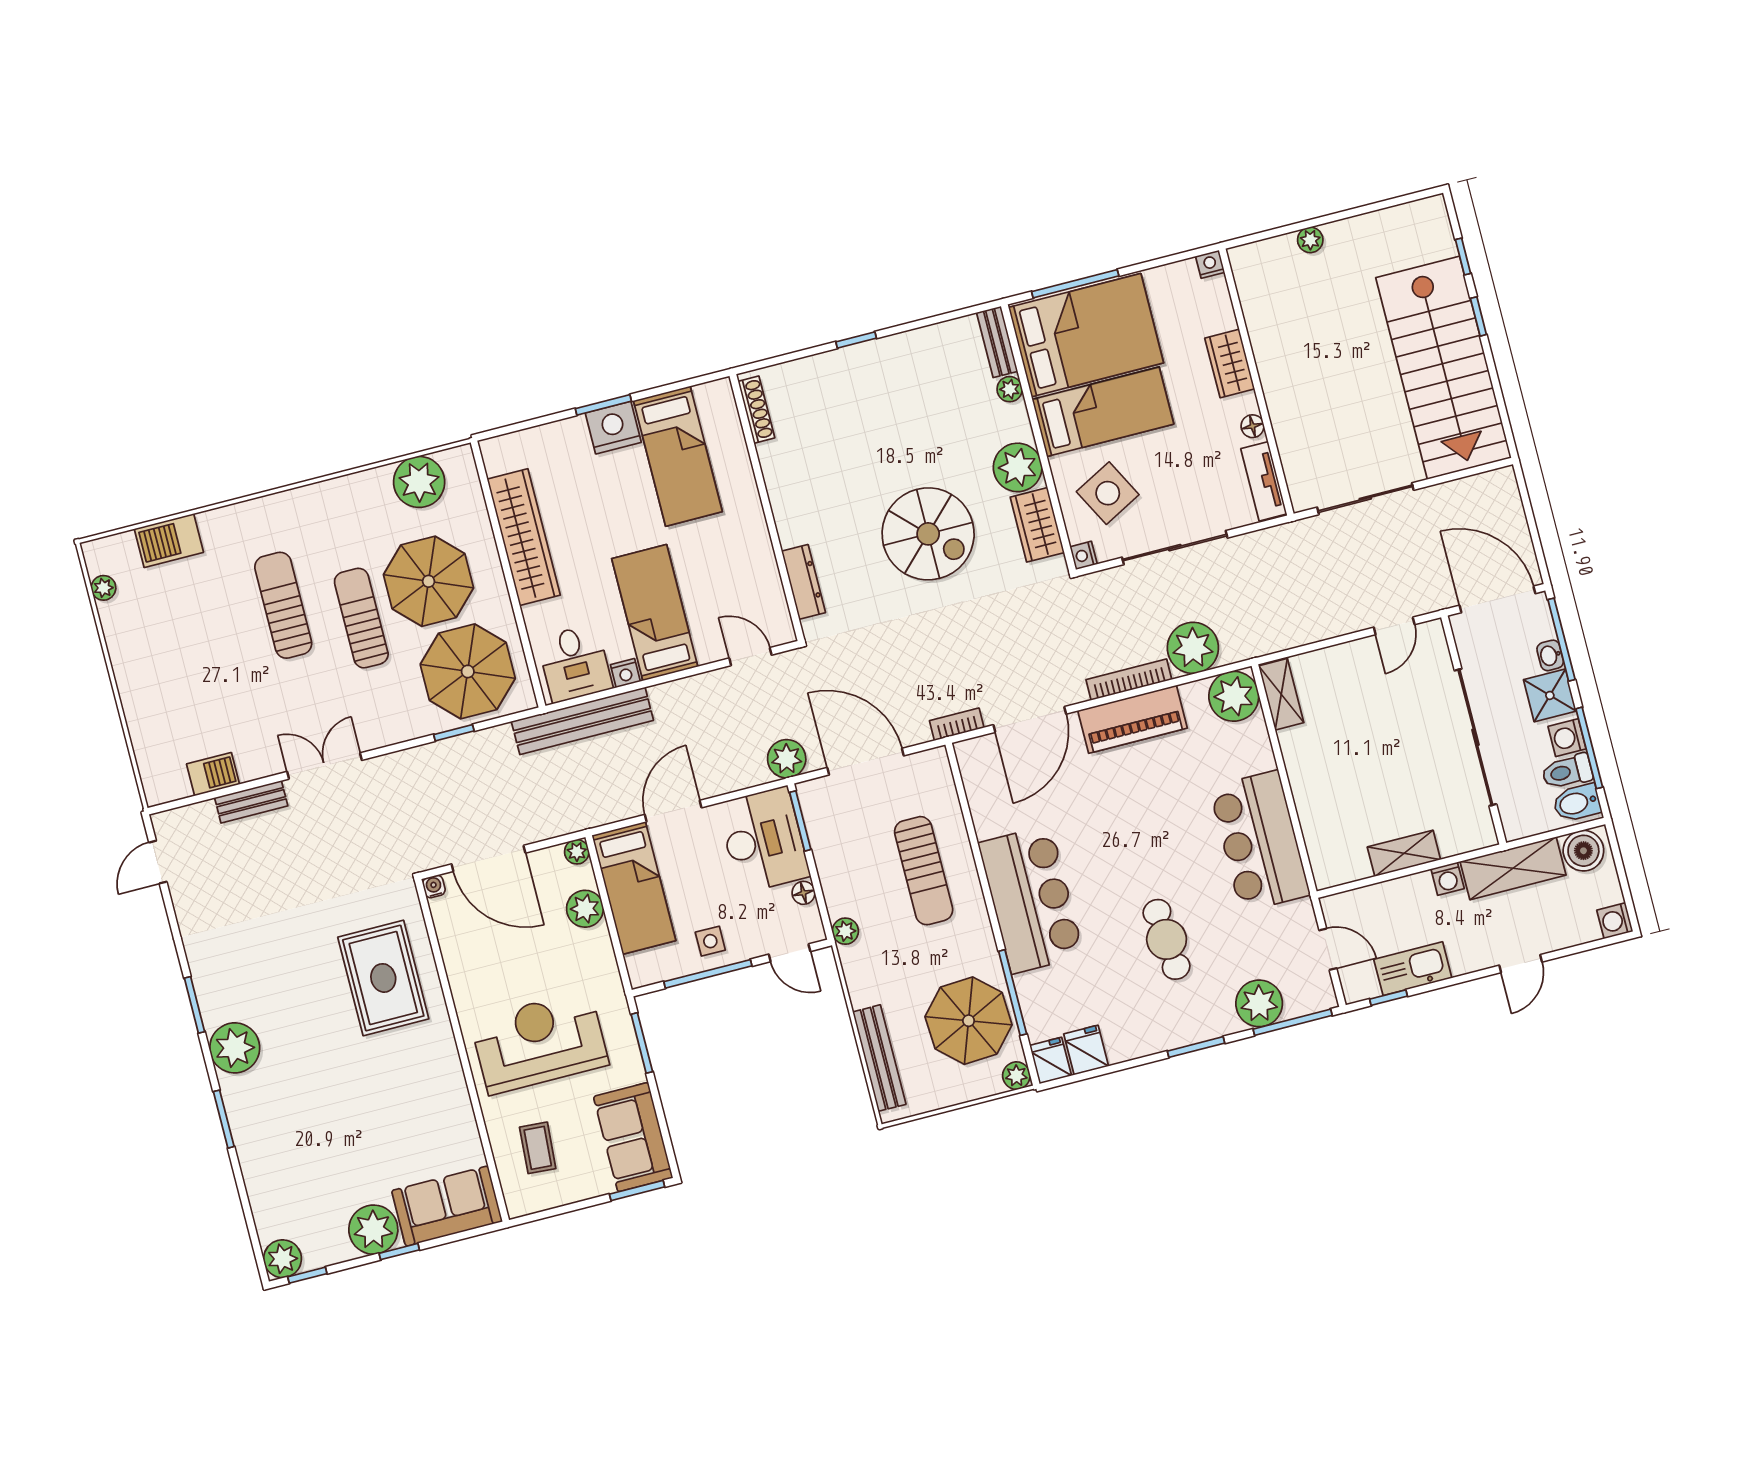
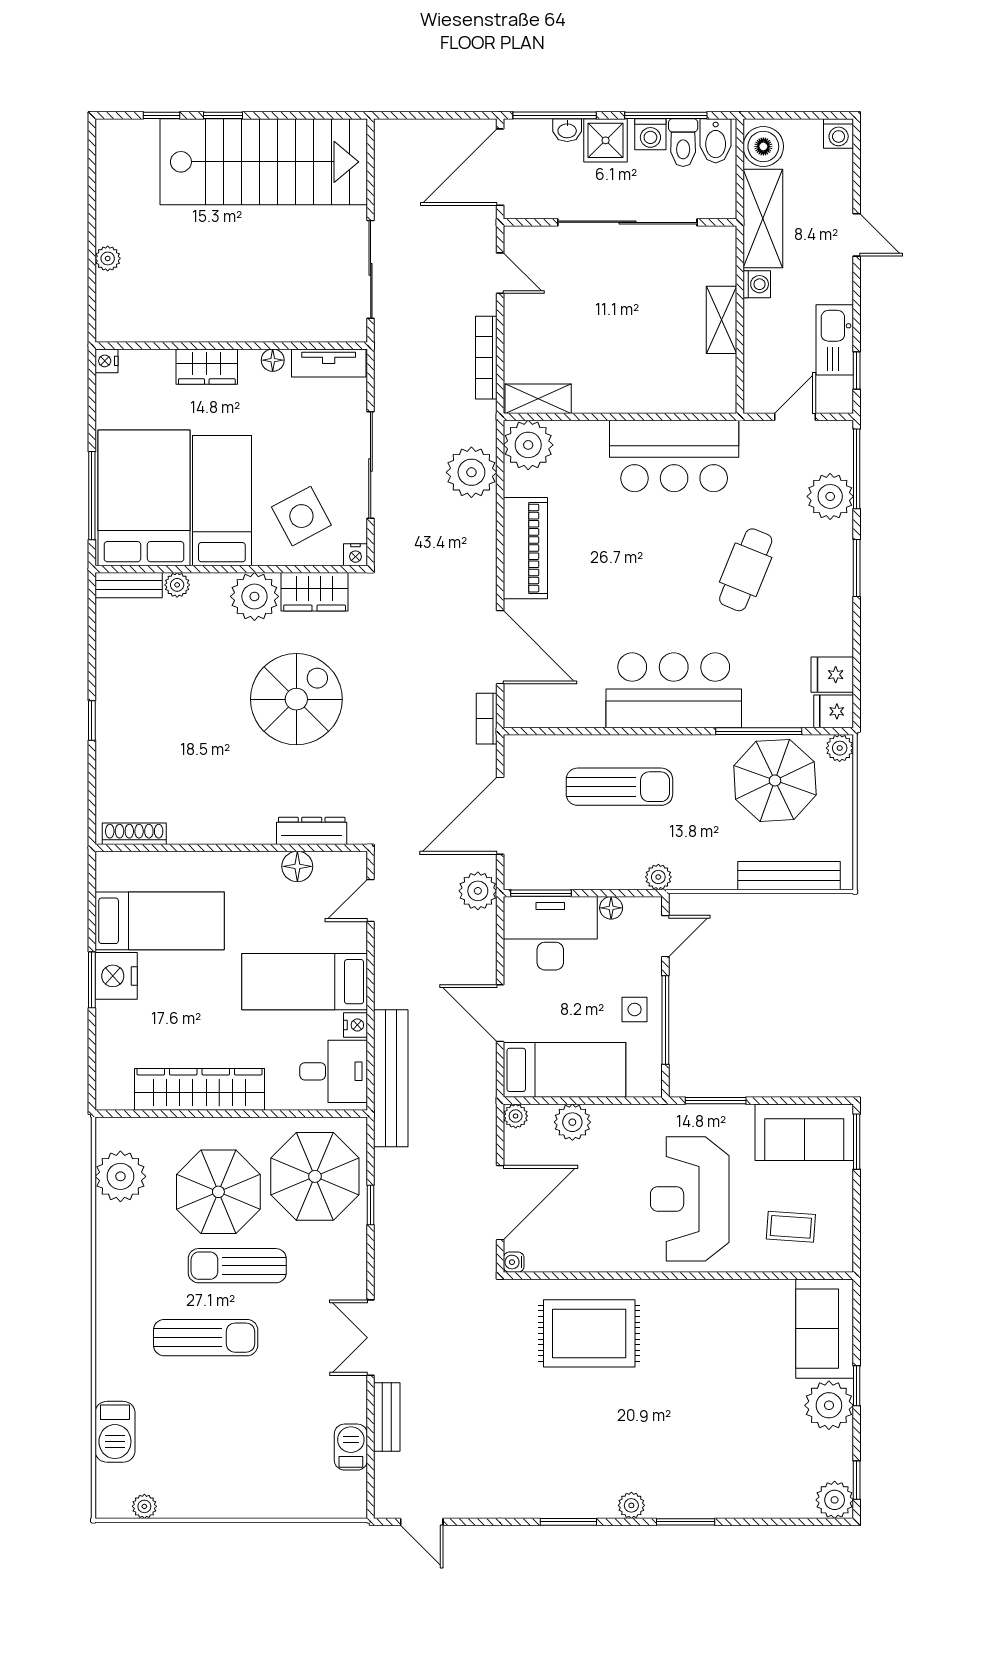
floor lamp: (765, 577) -> (297, 866), added
sun lounger: (283, 605) -> (206, 1338), turned 180
bookcase: (1129, 680) -> (486, 358), moved
cafe table: (1167, 939) -> (746, 570), turned -63
plant: (235, 1048) -> (631, 1505), width x0.53, depth x0.53

